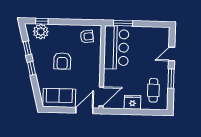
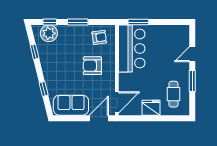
window: (67, 22) -> (78, 22), added
armchair: (62, 61) -> (92, 66), moved, turned 90
window: (32, 68) -> (44, 89), moved

